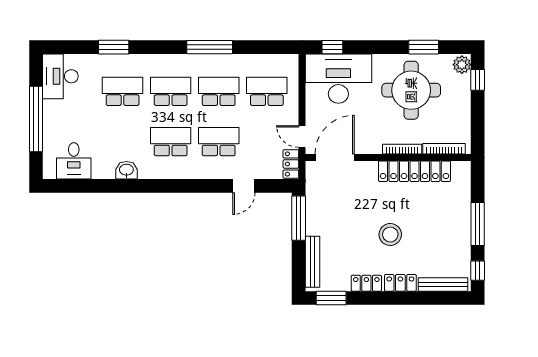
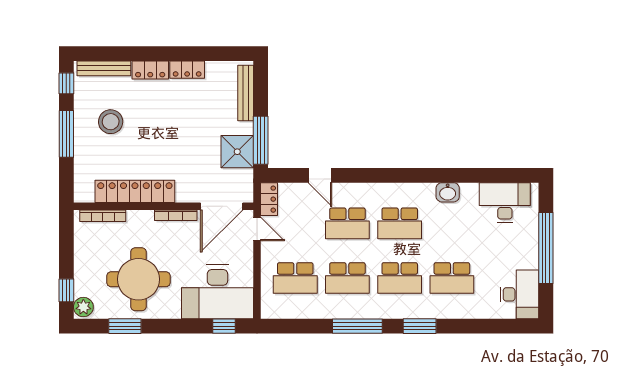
window: (114, 47) -> (420, 326), moved
bookcase: (402, 149) -> (176, 215), moved
desk: (74, 161) -> (505, 202), width x1.37
door: (244, 186) -> (320, 175), swing flipped
shower: (320, 208) -> (237, 152), added
stool: (390, 235) -> (111, 122), moved
window: (331, 298) -> (225, 54), removed

